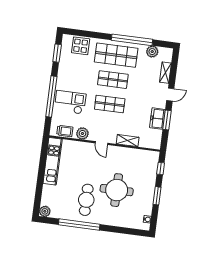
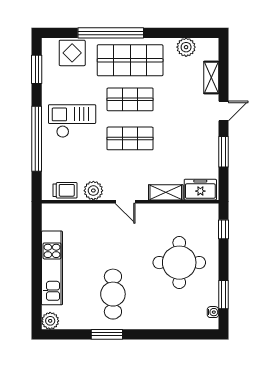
window: (132, 40) -> (111, 33), moved
checkout: (70, 102) -> (72, 121), moved
freezer: (157, 119) -> (200, 190), moved, turned 90
kitchen unit: (53, 161) -> (52, 268), moved
round table: (117, 190) -> (179, 263), moved
window: (157, 196) -> (223, 295), moved
window: (79, 225) -> (107, 334), width x0.47

